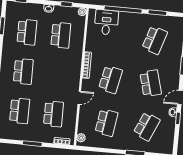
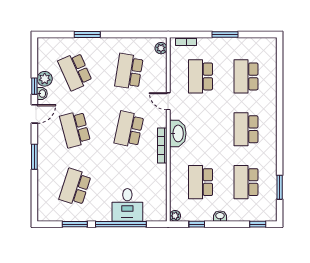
desk: (106, 22) -> (127, 205), moved
washbasin: (74, 73) -> (178, 133), added
door: (79, 98) -> (168, 101), hinge flipped
plant: (170, 123) -> (45, 79), added
school desk: (147, 126) -> (75, 71), turned -48

